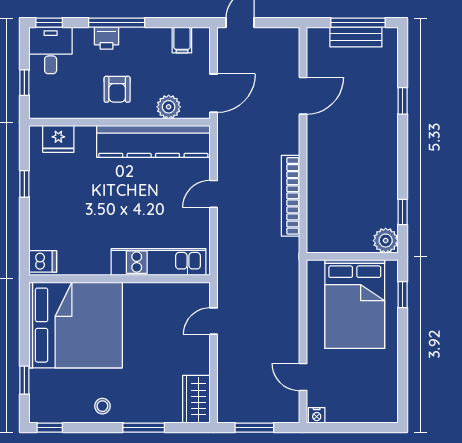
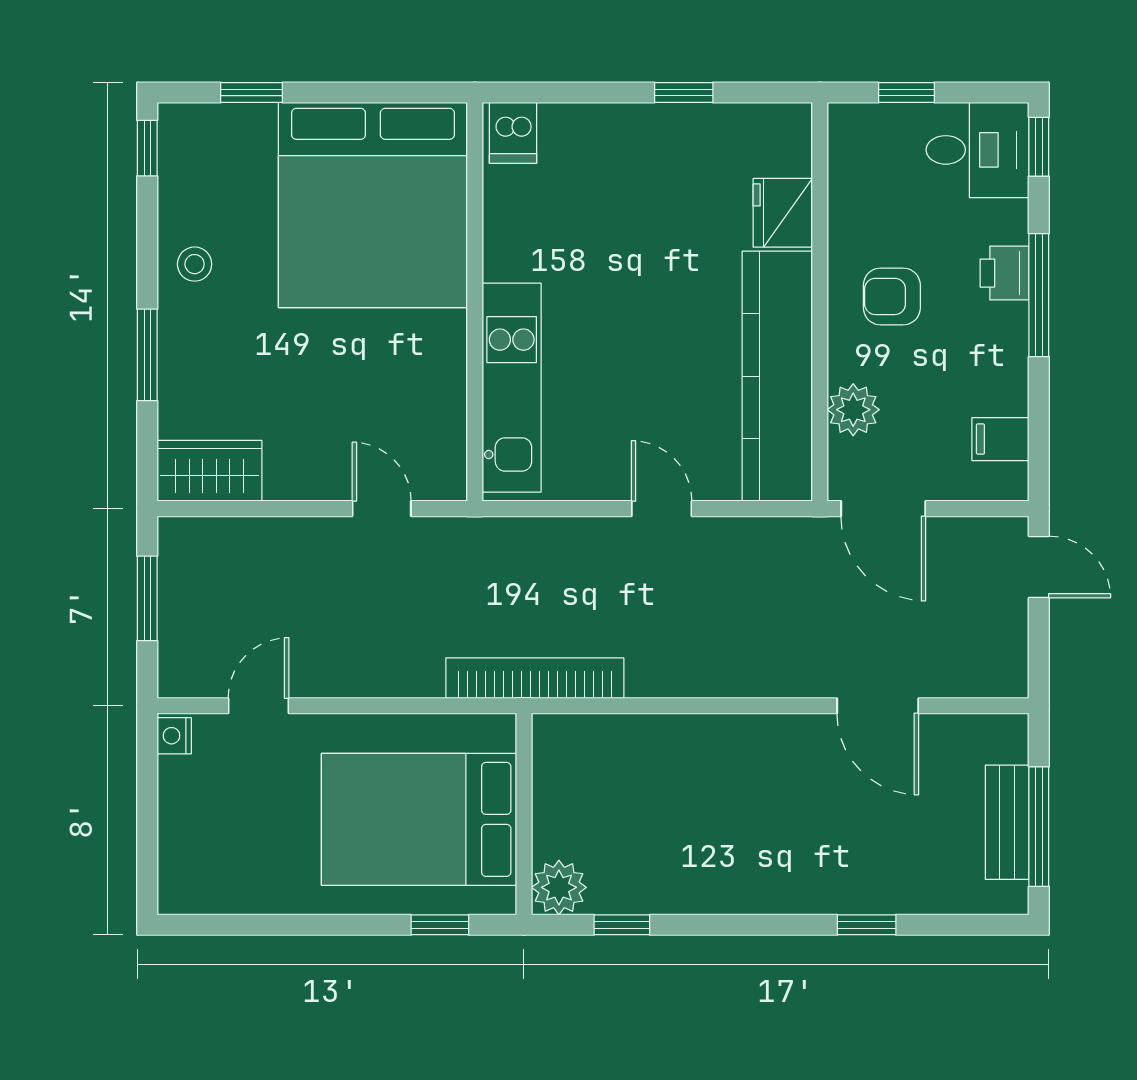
fridge: (58, 139) -> (783, 213), moved
bookcase: (290, 196) -> (535, 678), moved

